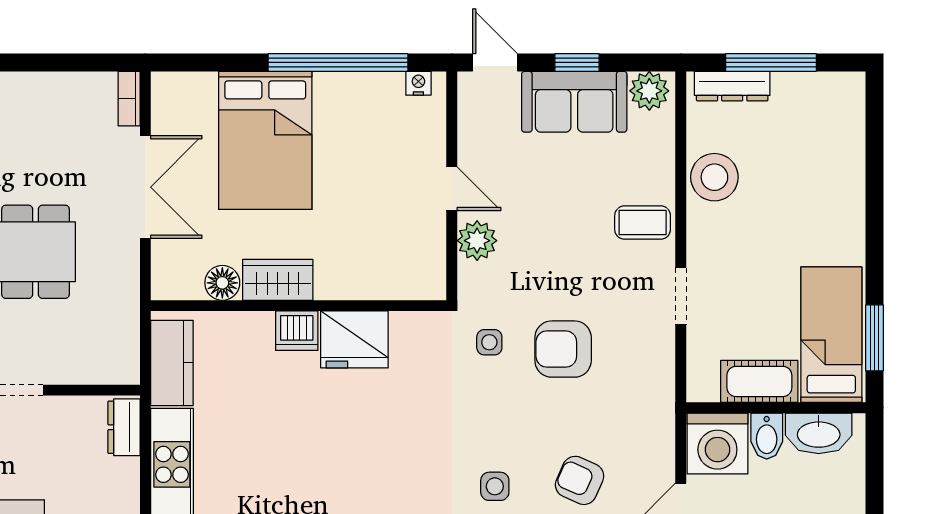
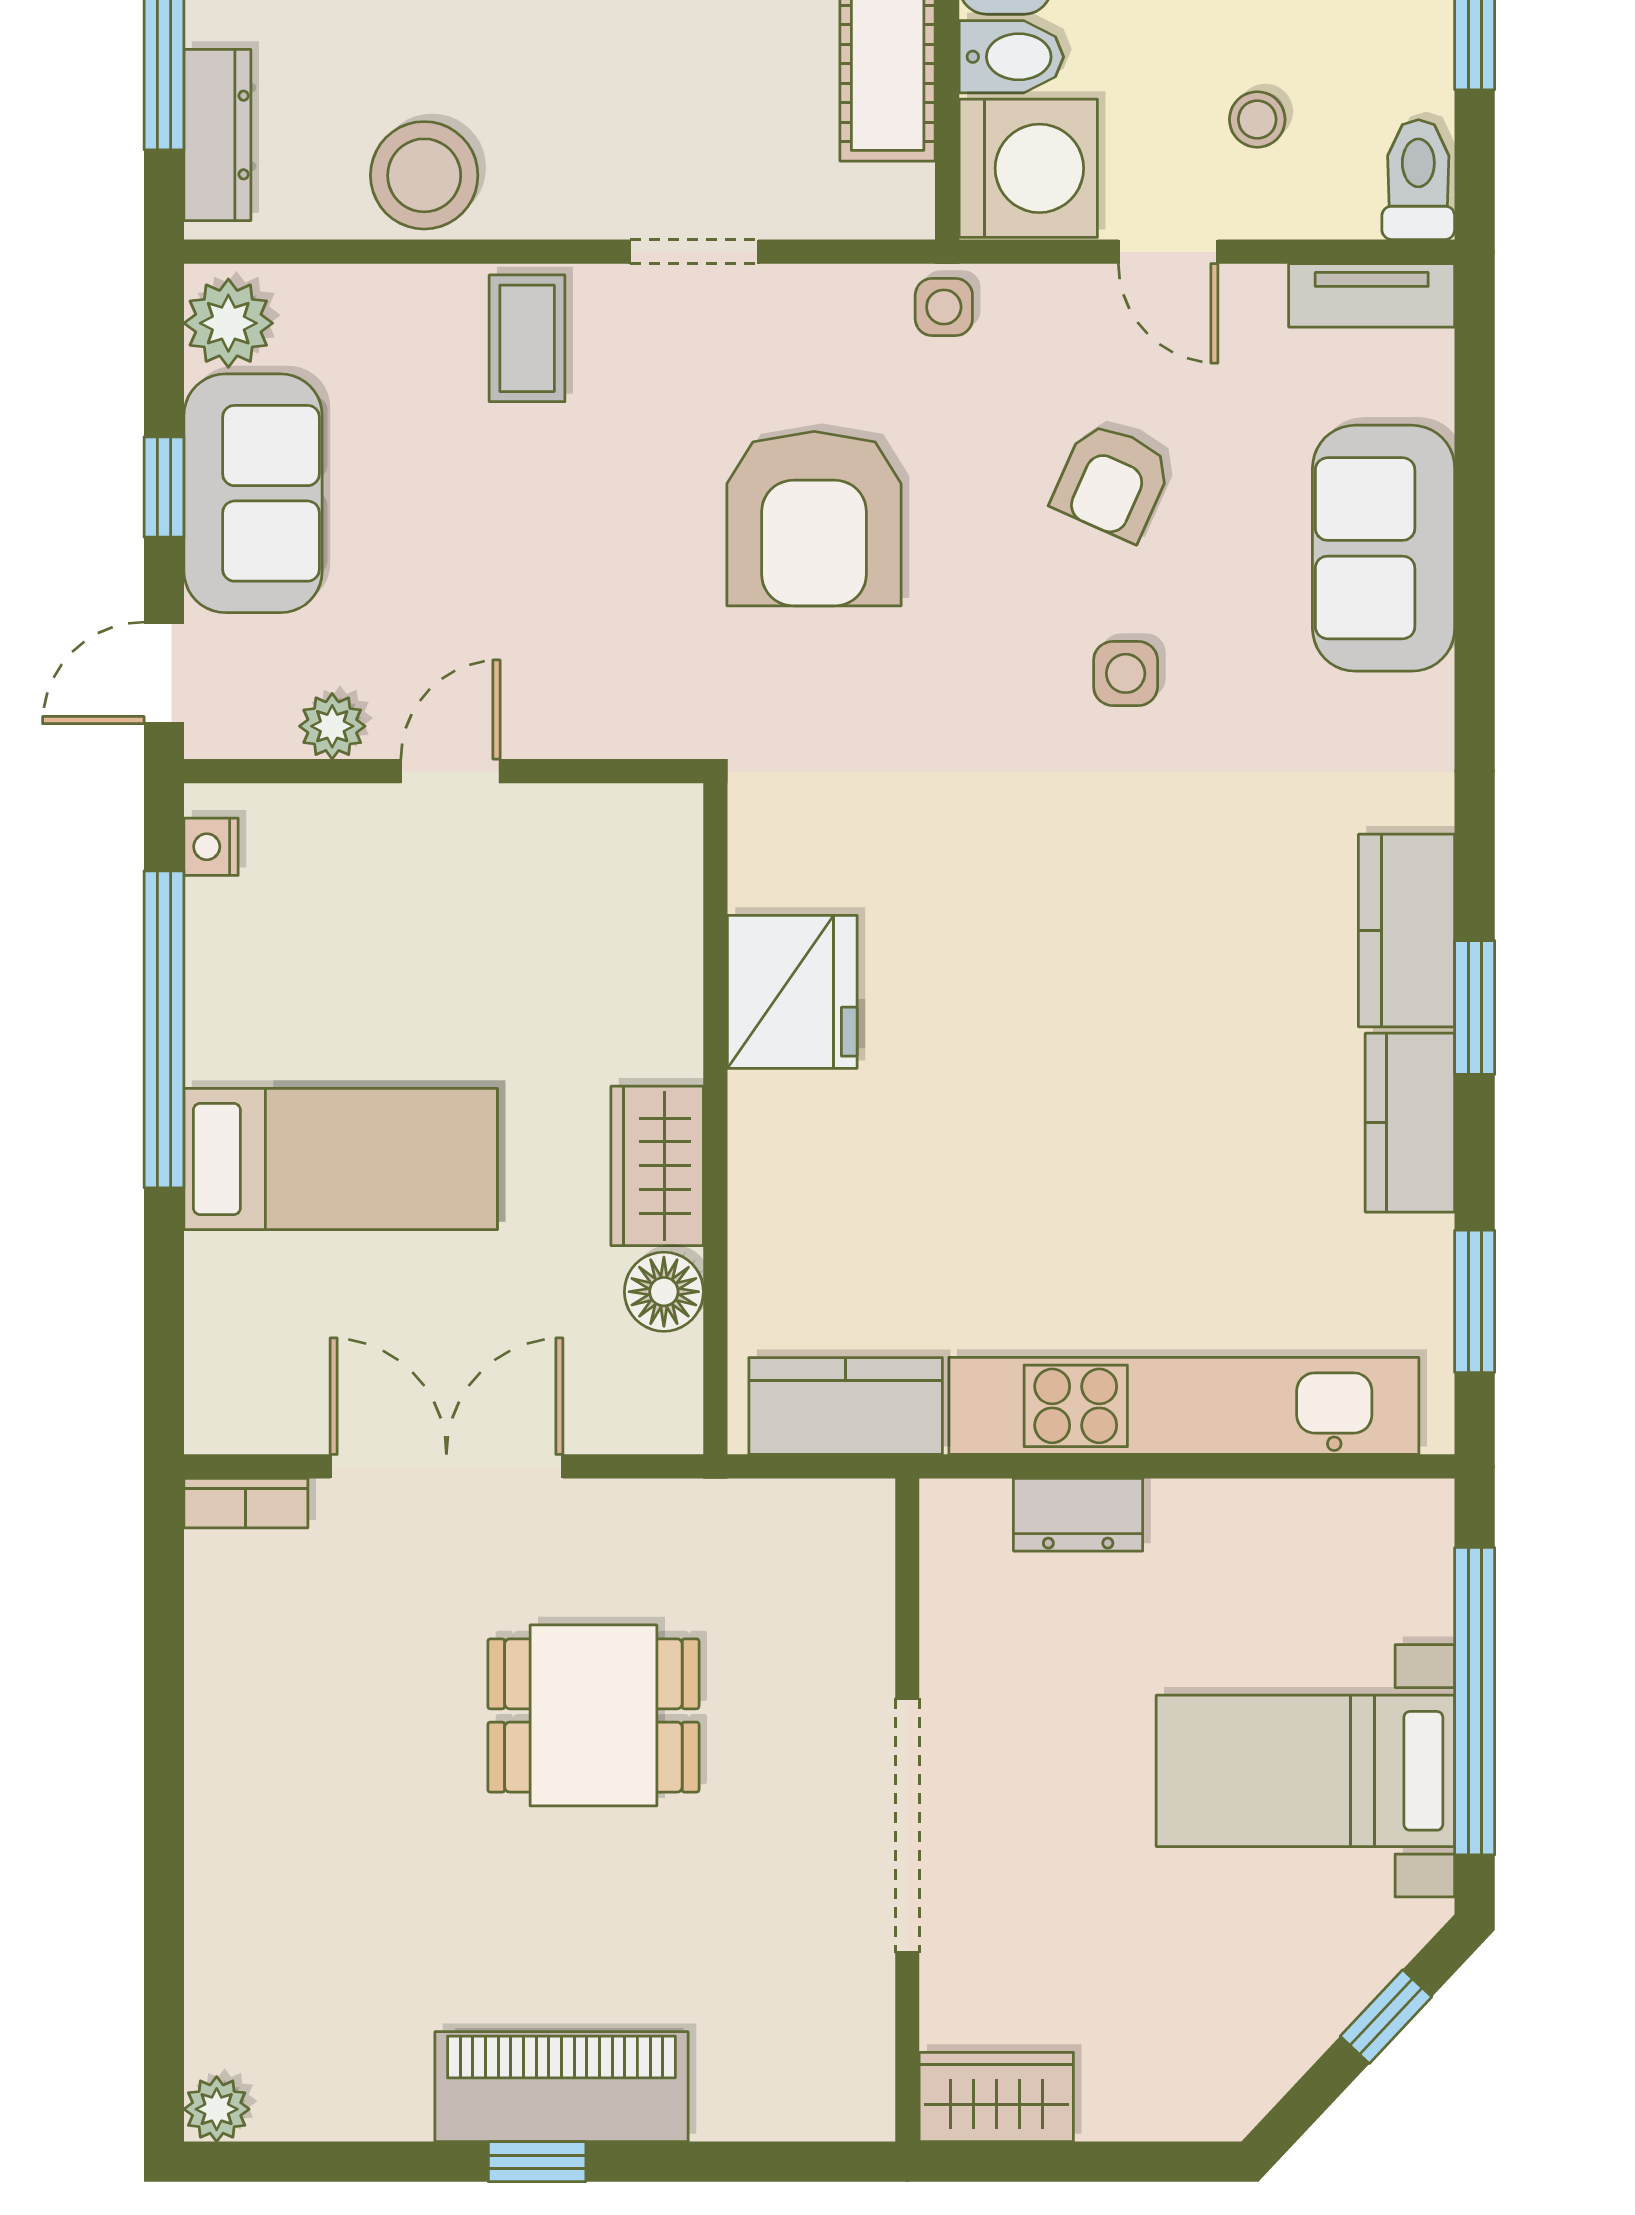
bed: (265, 140) -> (341, 1159), width x0.67
plant: (477, 241) -> (332, 726), moved, width x0.73, depth x0.73
dishwasher: (297, 331) -> (772, 1123), removed
side table: (489, 342) -> (944, 307), moved
armchair: (563, 349) -> (814, 519), width x1.36, depth x1.36
dresser: (124, 427) -> (1078, 1515), moved

